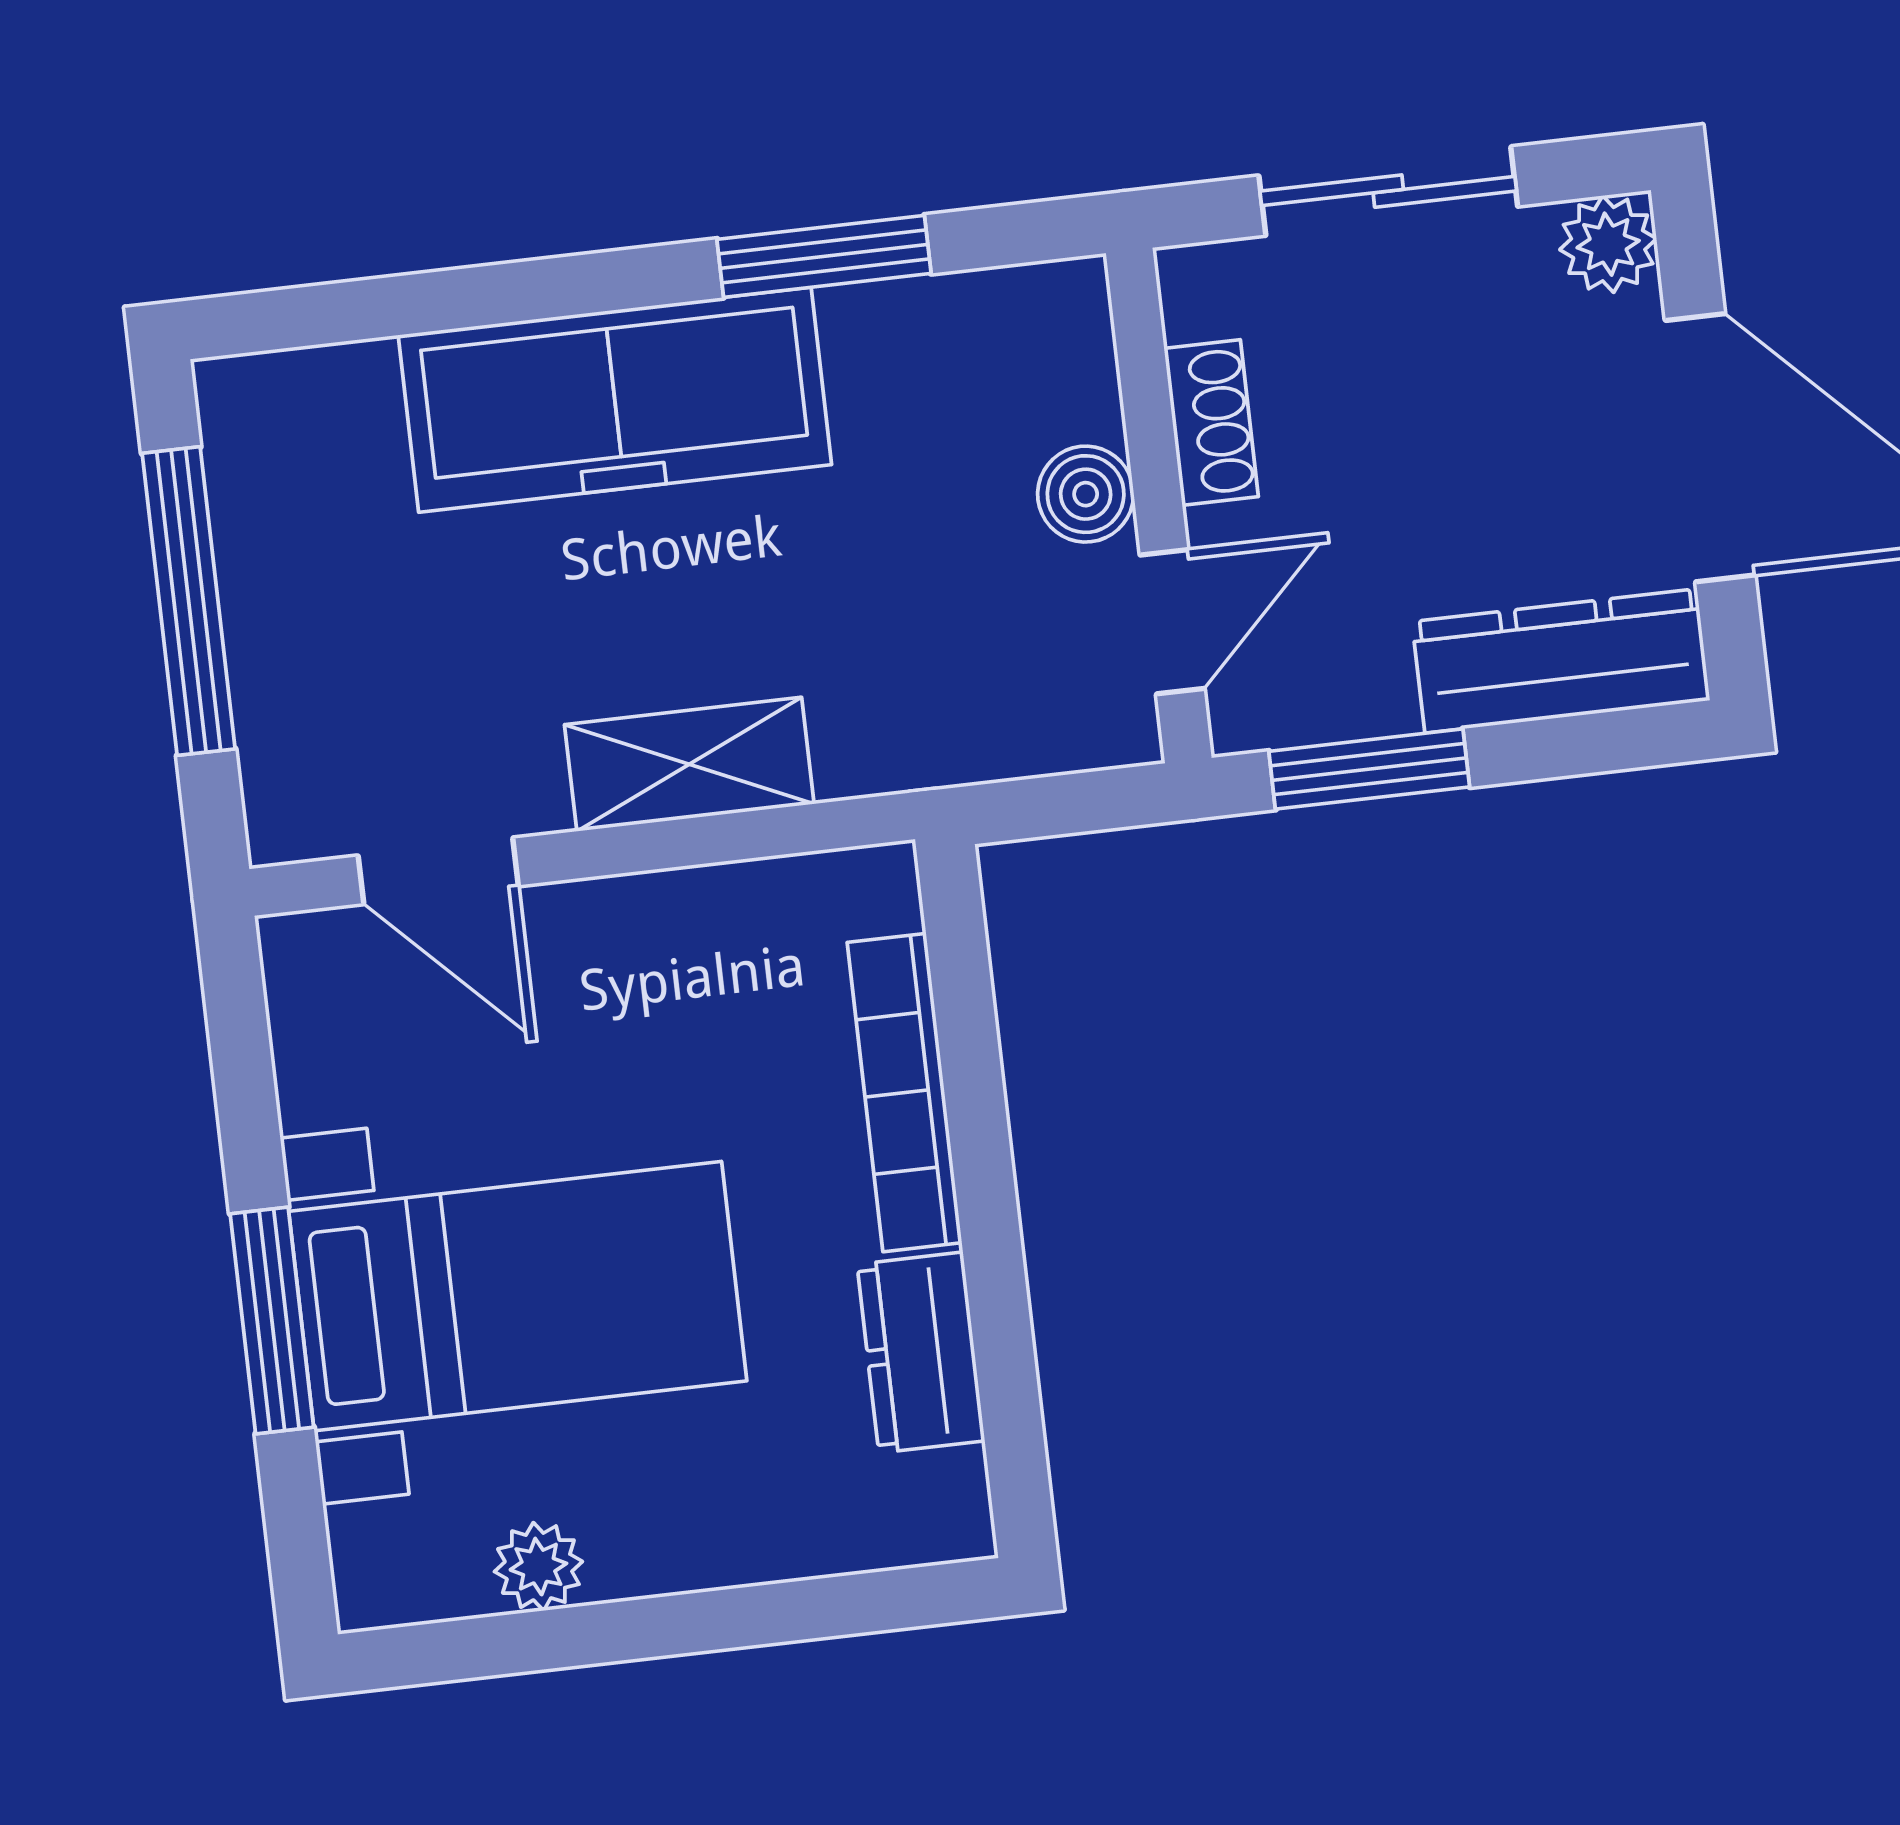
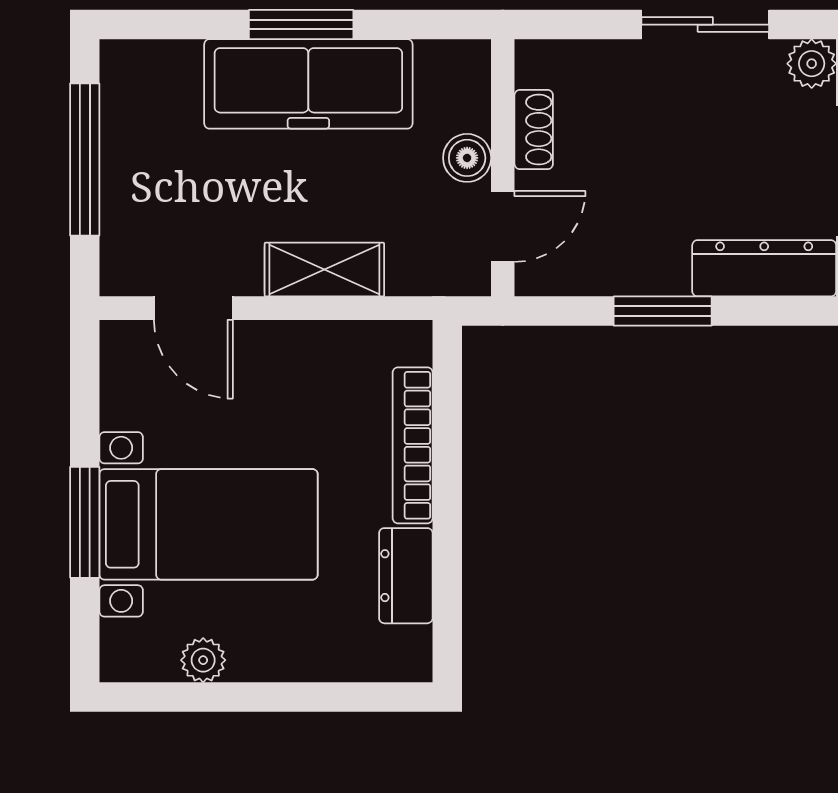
window: (824, 256) -> (301, 25), moved
shoe rack: (1211, 422) -> (534, 130), moved
boiler: (1086, 494) -> (467, 158), moved
wall: (1159, 505) -> (503, 168), moved
door: (1172, 622) -> (503, 226), moved

